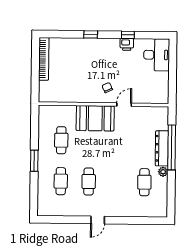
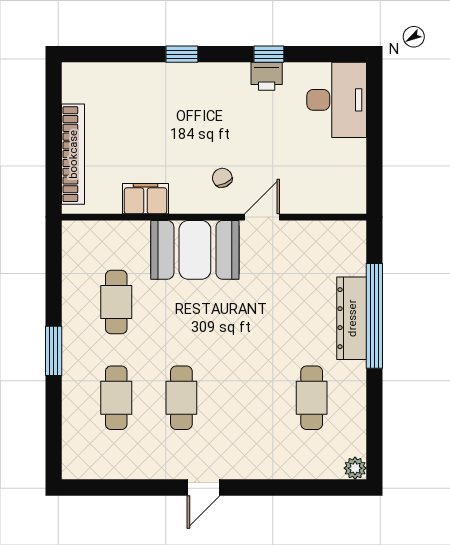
bookcase: (44, 59) -> (73, 154), moved
filing cabinet: (74, 96) -> (145, 199), added
plant: (163, 172) -> (355, 468), moved

